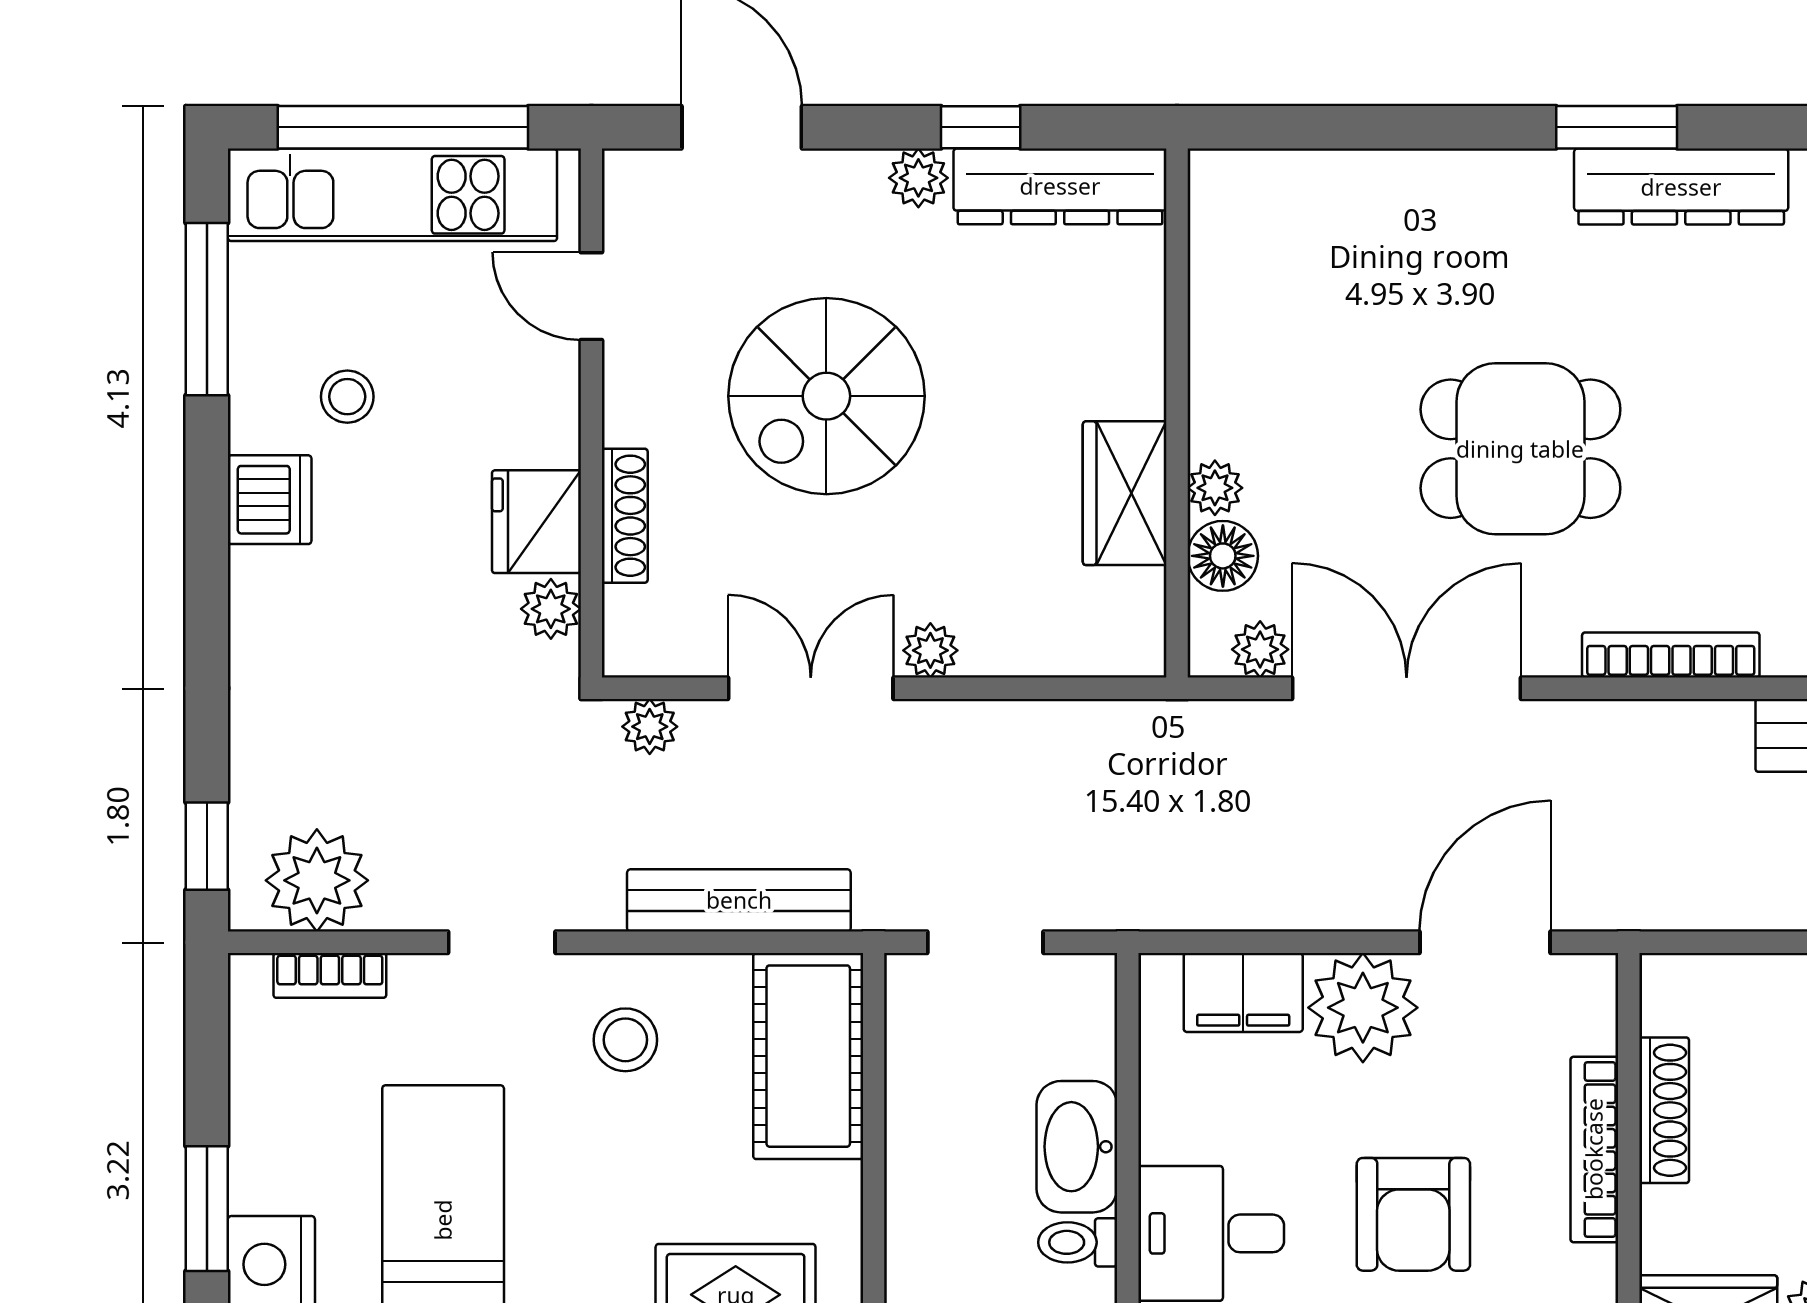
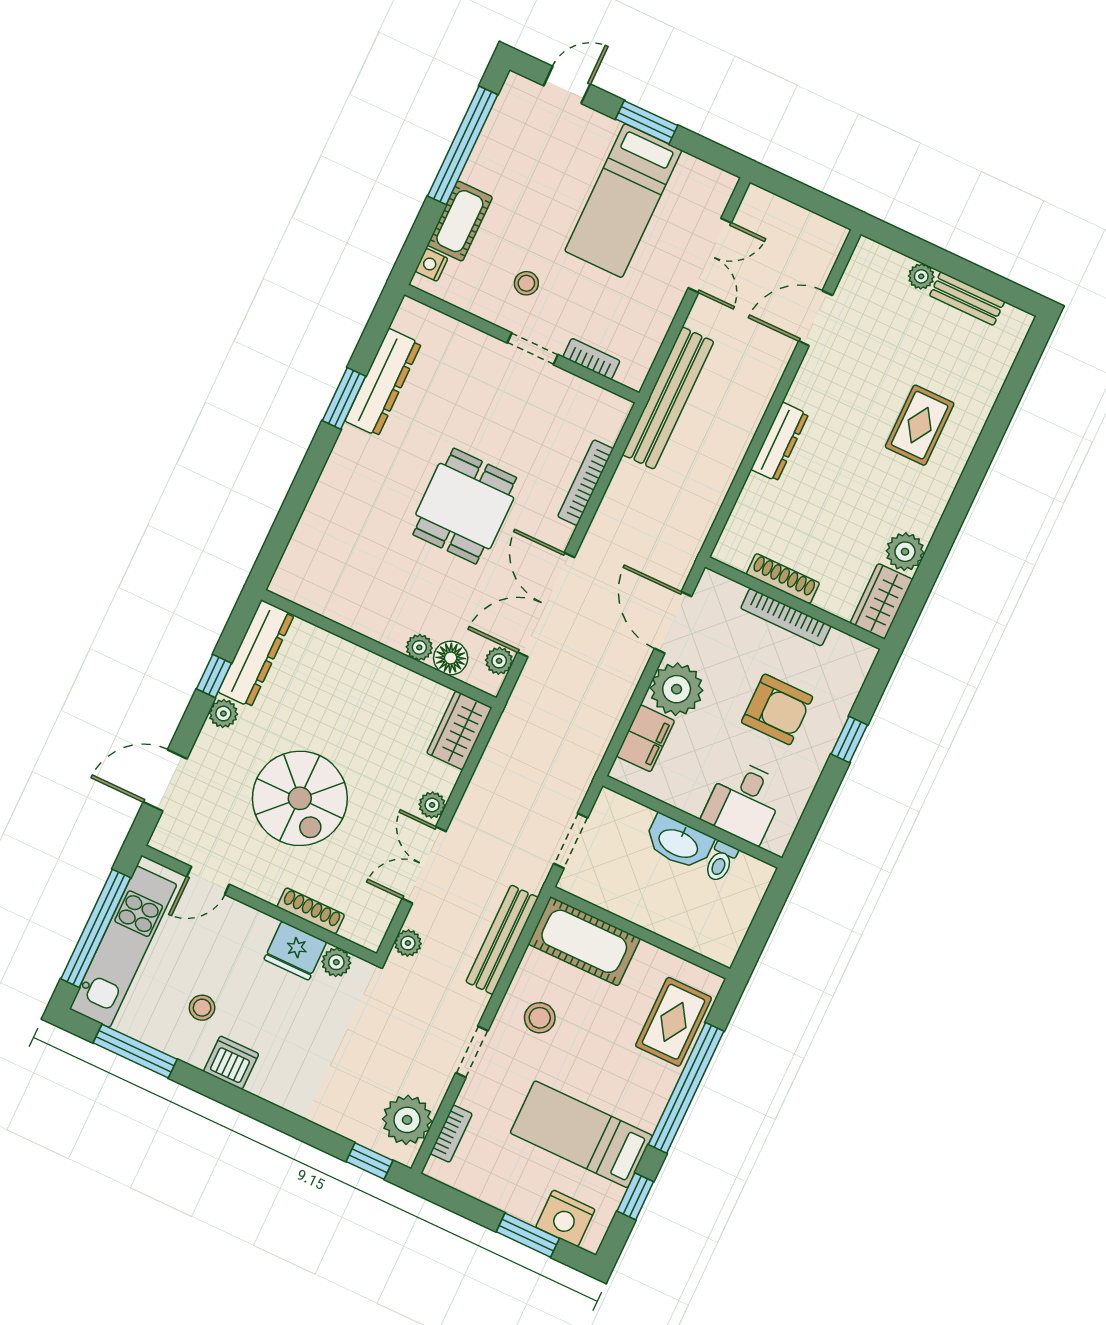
wardrobe: (1125, 493) -> (459, 730), moved, turned 90

